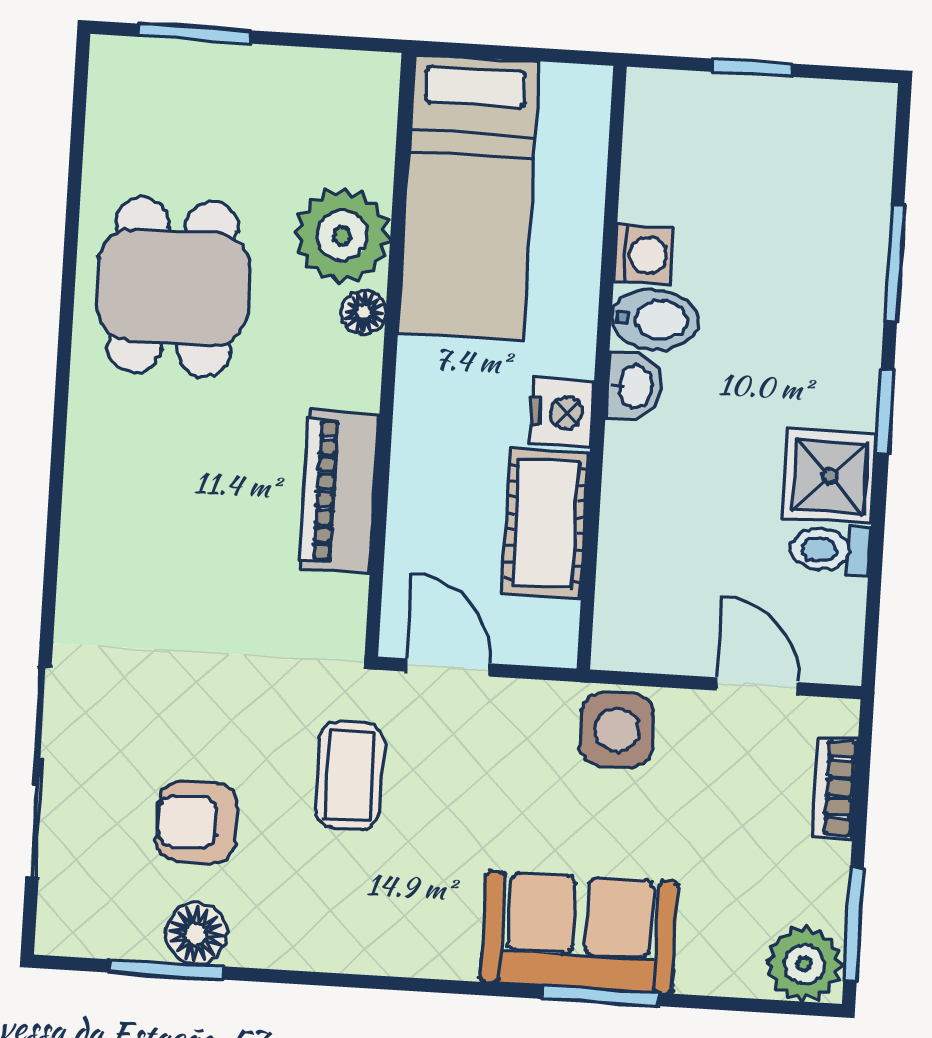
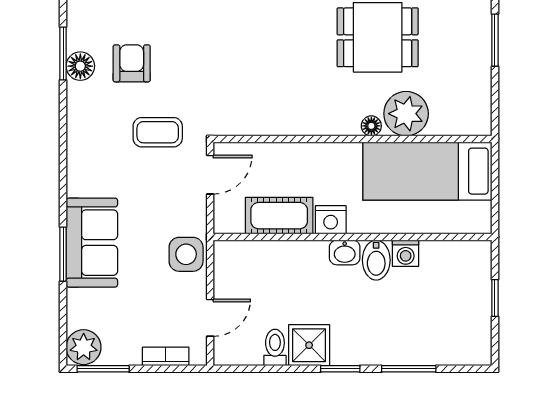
piano: (339, 491) -> (288, 119), removed

